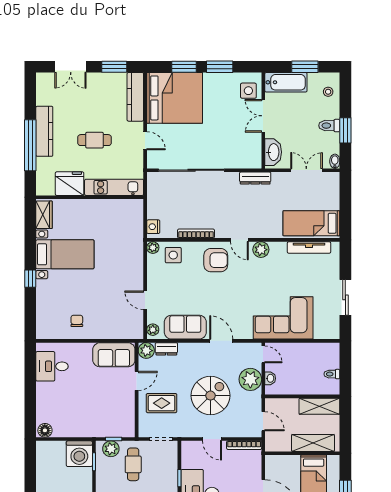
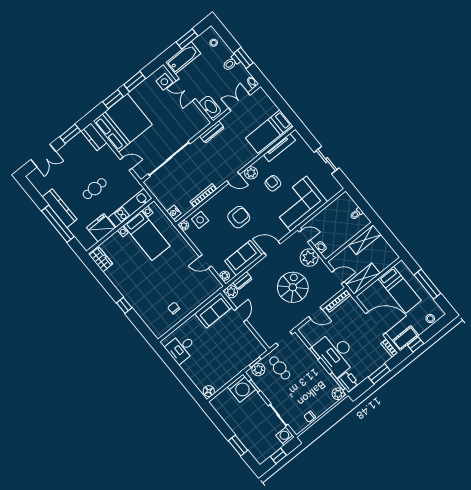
kitchen counter: (135, 97) -> (94, 137), width x0.67
bed with nightstands: (65, 254) -> (147, 236), moved, turned 90
armchair: (216, 260) -> (239, 217), moved
armchair: (274, 277) -> (273, 183), added
rug: (162, 403) -> (267, 316), removed
shelving: (313, 443) -> (363, 279), moved

